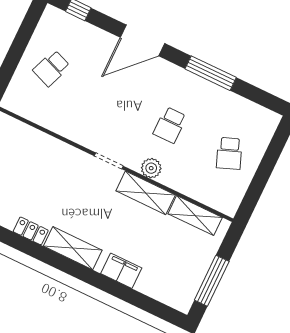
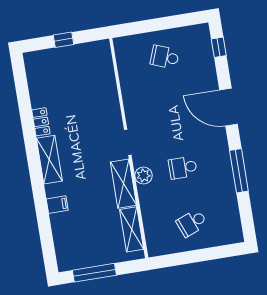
filing cabinet: (121, 271) -> (57, 205), width x0.50

